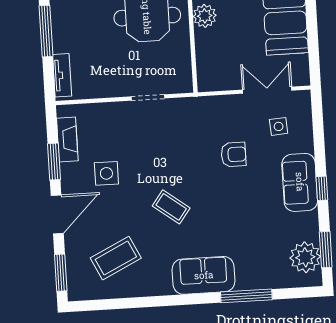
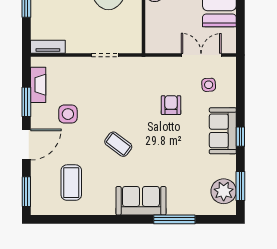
tv unit: (62, 75) -> (48, 47), moved, turned -90
armchair: (234, 155) -> (171, 105), turned -90
coffee table: (116, 258) -> (71, 183), turned -64

